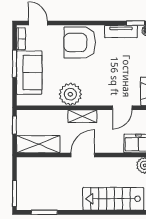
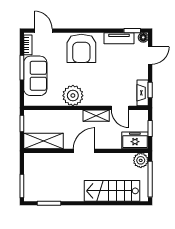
armchair: (80, 42) -> (81, 48), turned -90
door: (122, 108) -> (120, 108), hinge flipped
shelving: (82, 116) -> (96, 116), moved

